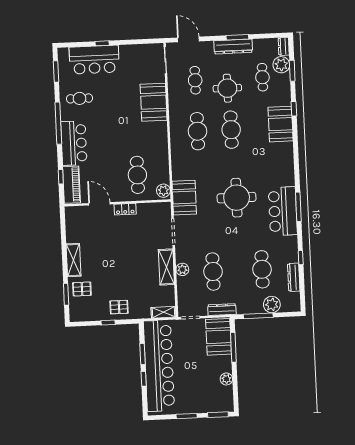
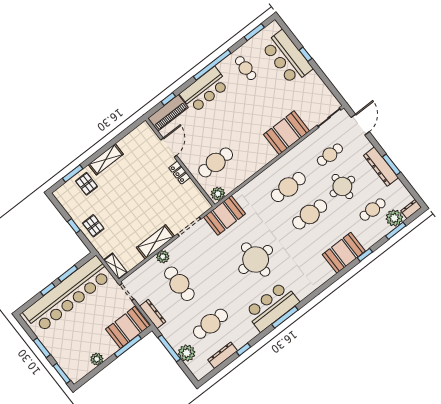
cafe table: (213, 272) -> (179, 284), turned 90

